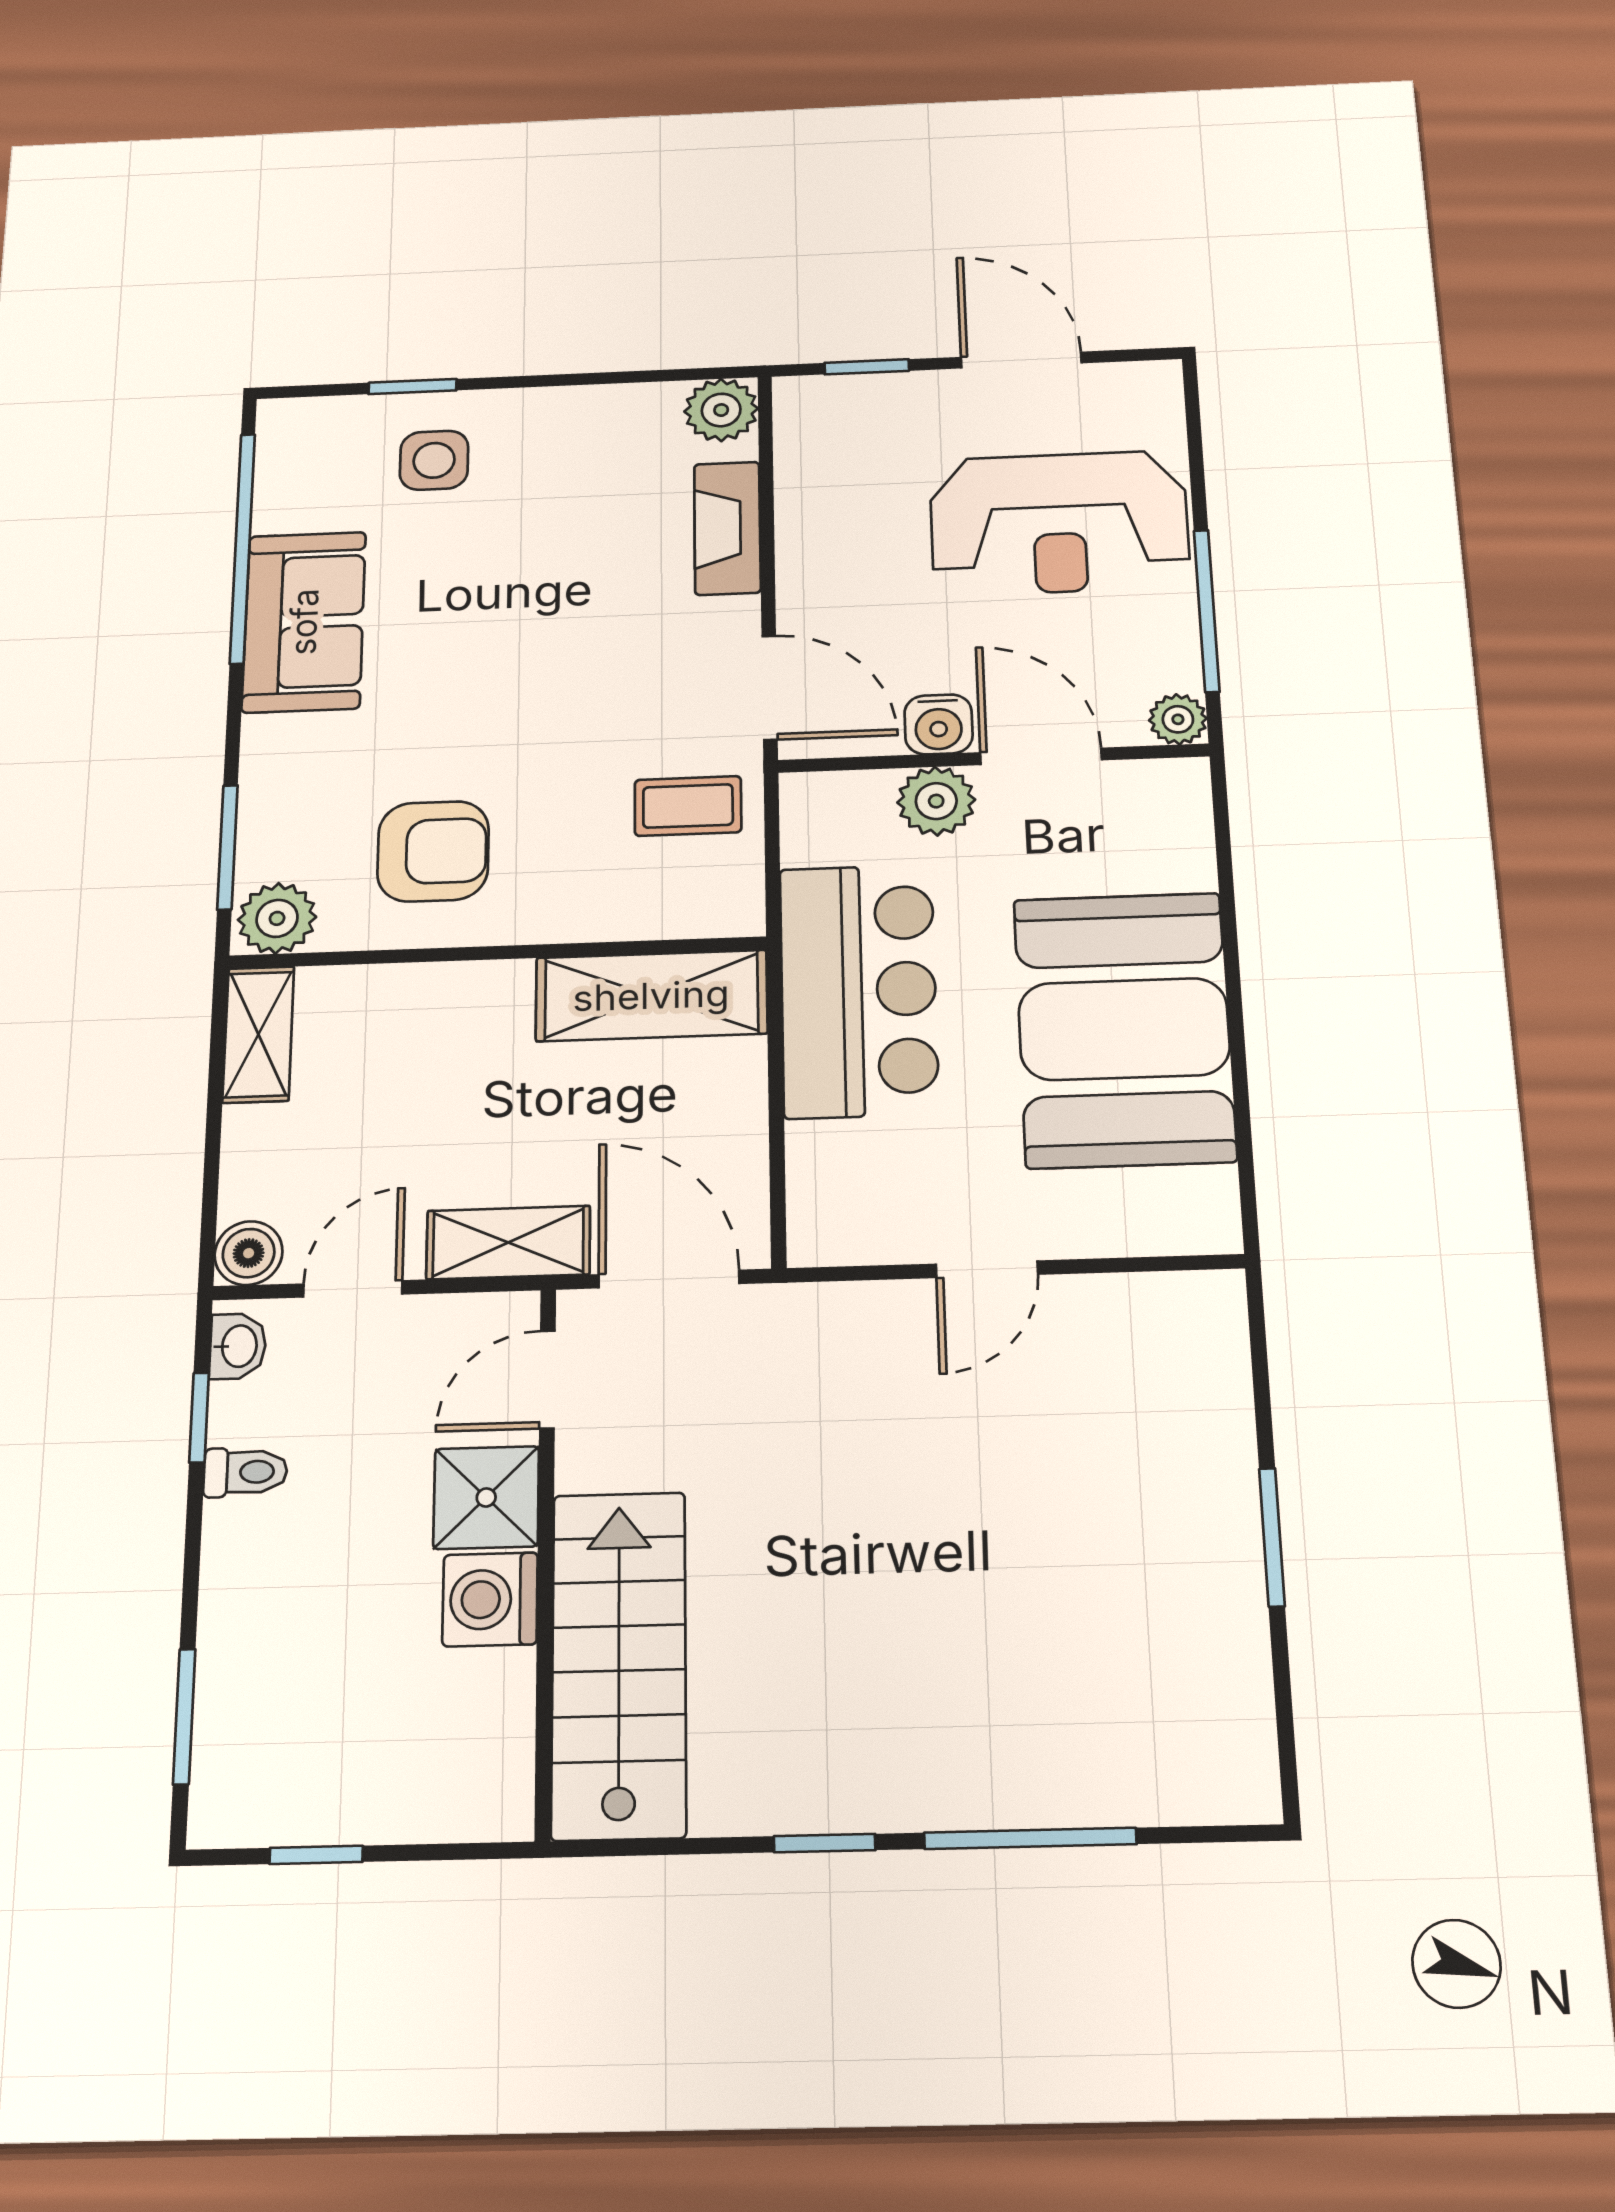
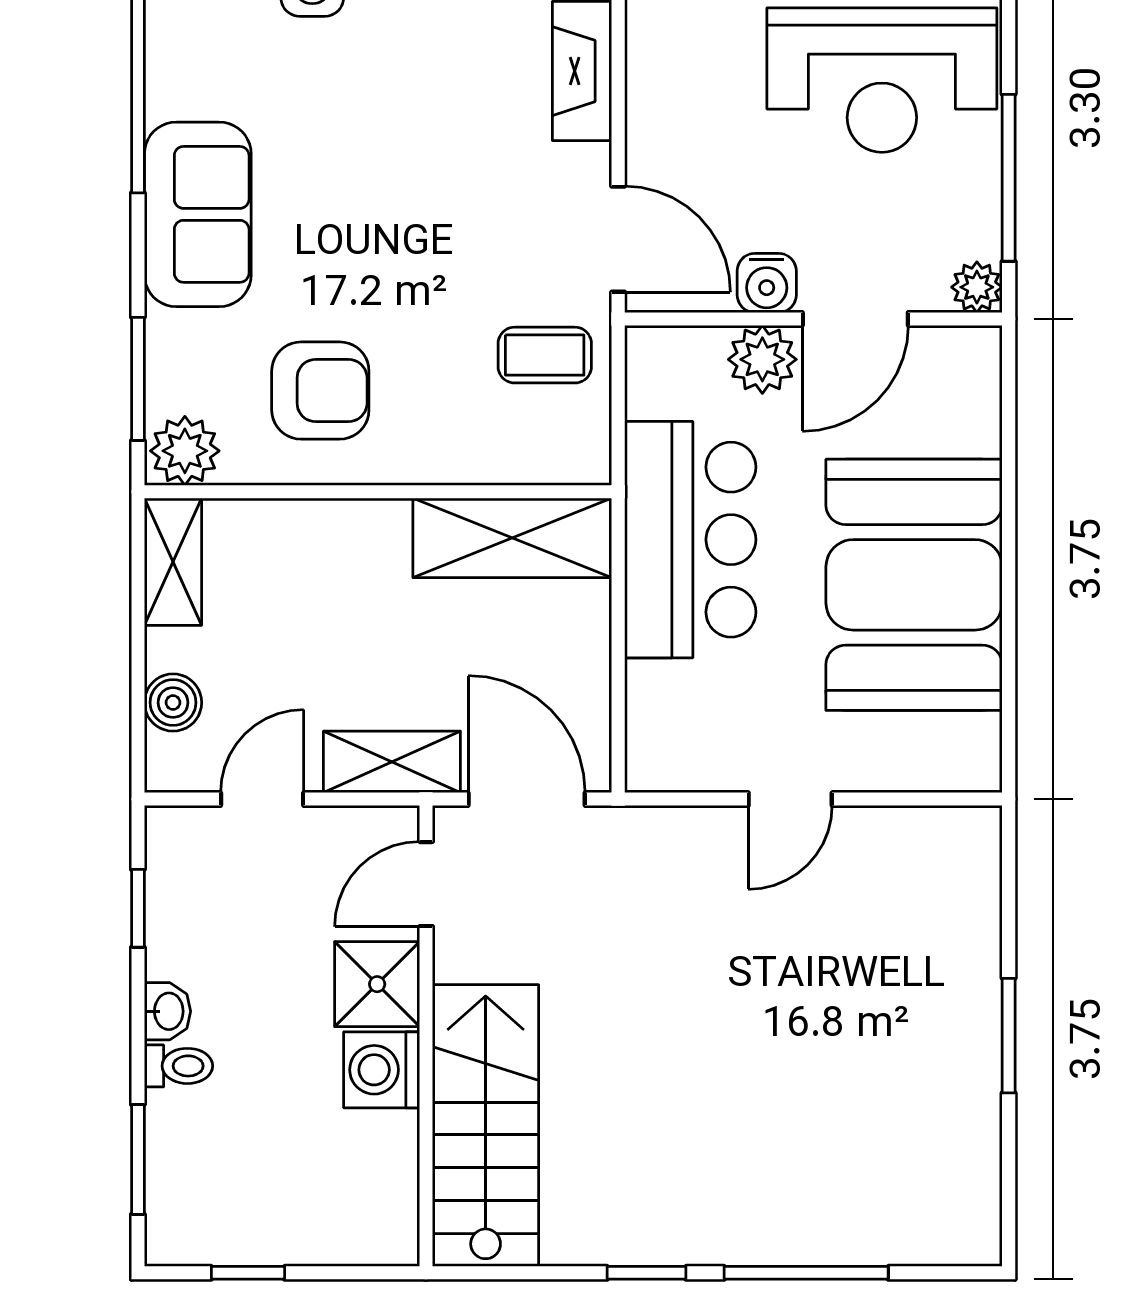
sofa: (304, 622) -> (198, 214), moved
door: (1041, 756) -> (855, 319), swing flipped
boiler: (249, 1253) -> (173, 703), moved
washbasin: (238, 1346) -> (167, 1011), moved
toilet: (245, 1472) -> (179, 1066), moved

